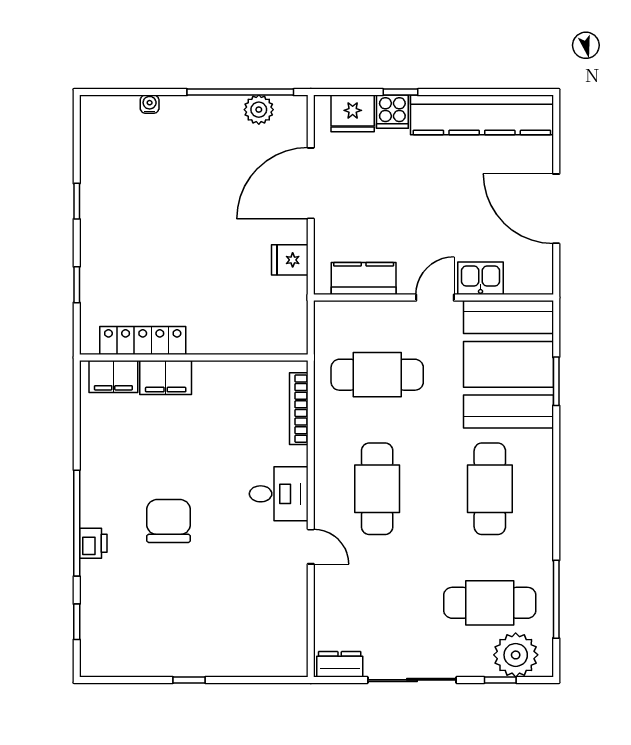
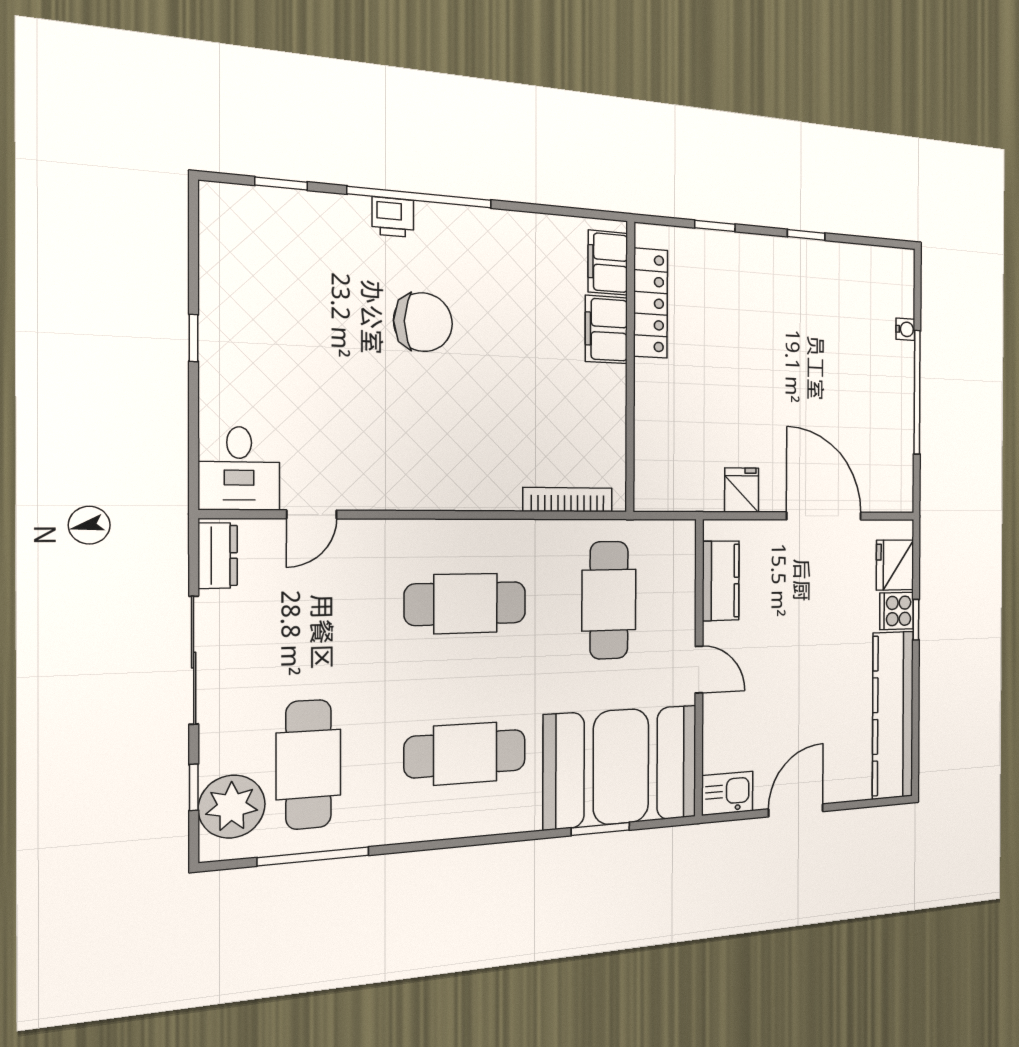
window: (240, 92) -> (917, 392), moved
plant: (259, 110) -> (899, 456), removed
door: (556, 209) -> (796, 810), width x0.73
kitchen sink: (481, 278) -> (728, 793), moved, turned -90
desk: (279, 494) -> (239, 468), moved
door: (311, 547) -> (312, 514), moved

